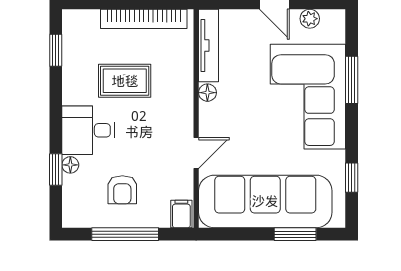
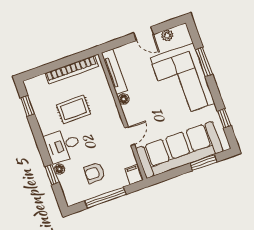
armchair: (122, 190) -> (95, 173), turned 90

